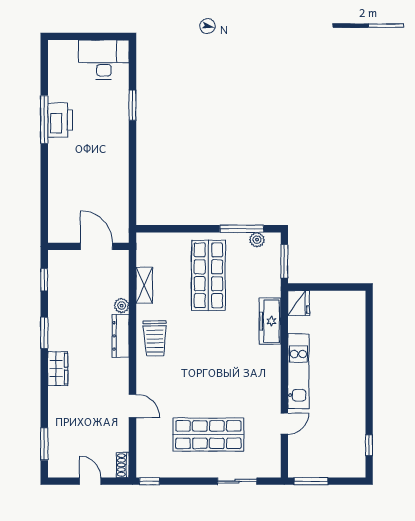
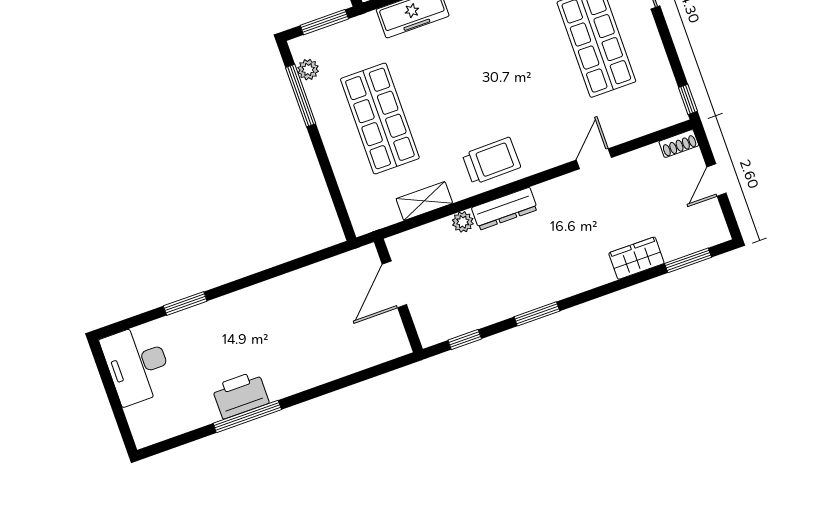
shop shelf: (208, 275) -> (380, 118), turned 90
wardrobe: (58, 369) -> (636, 258), moved

